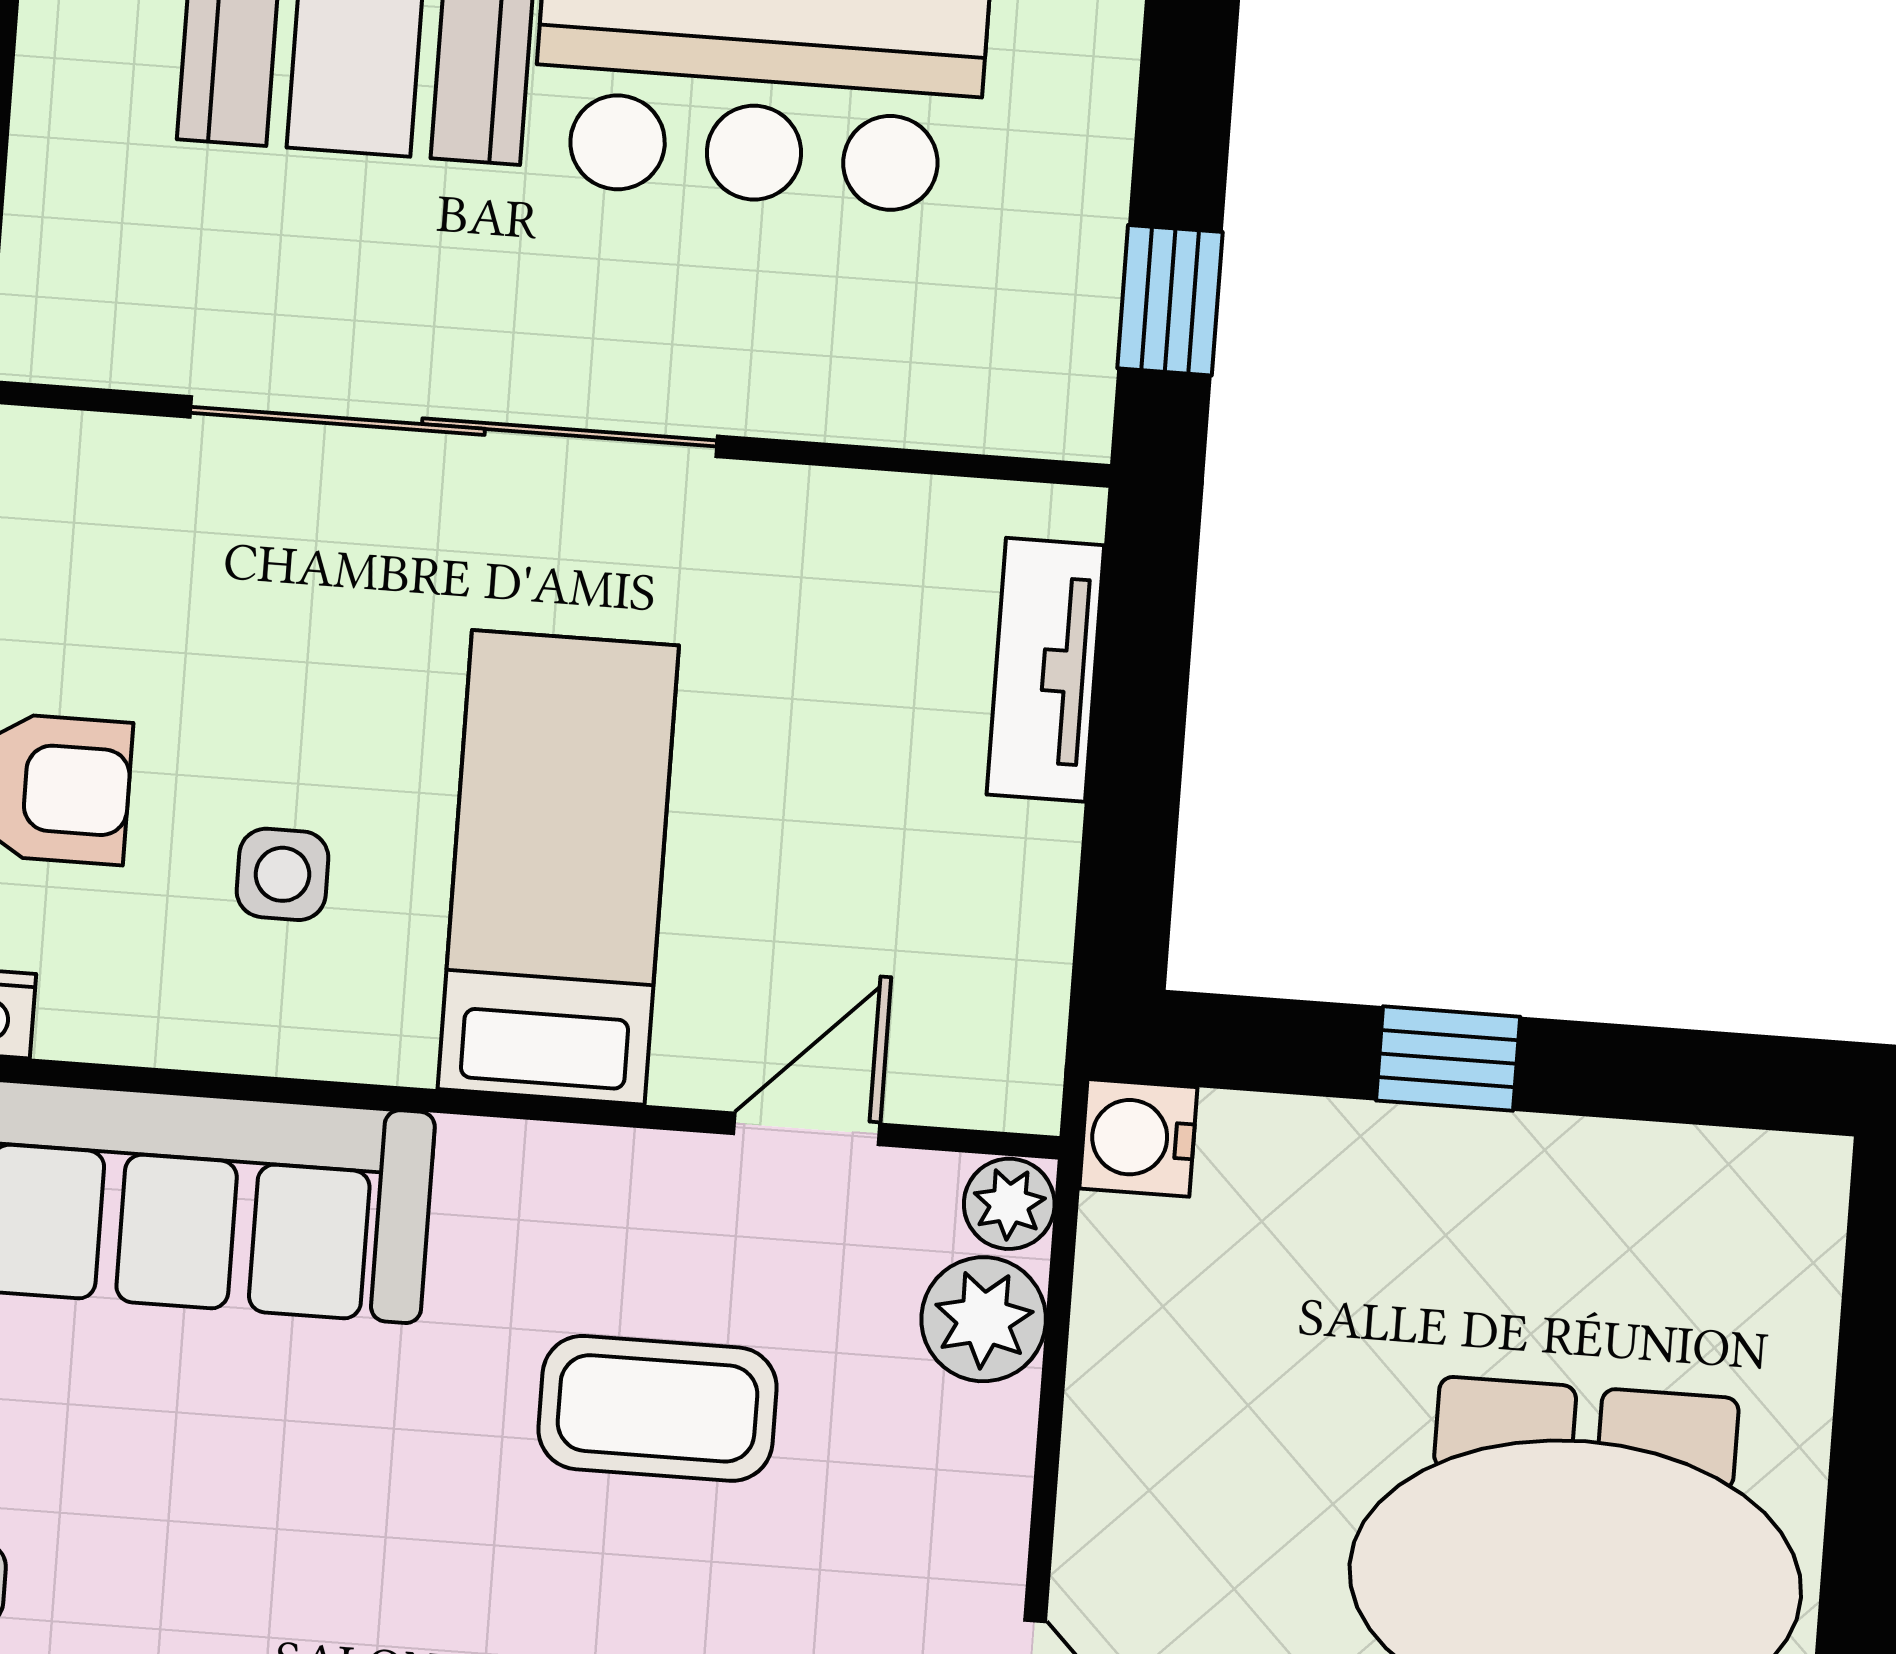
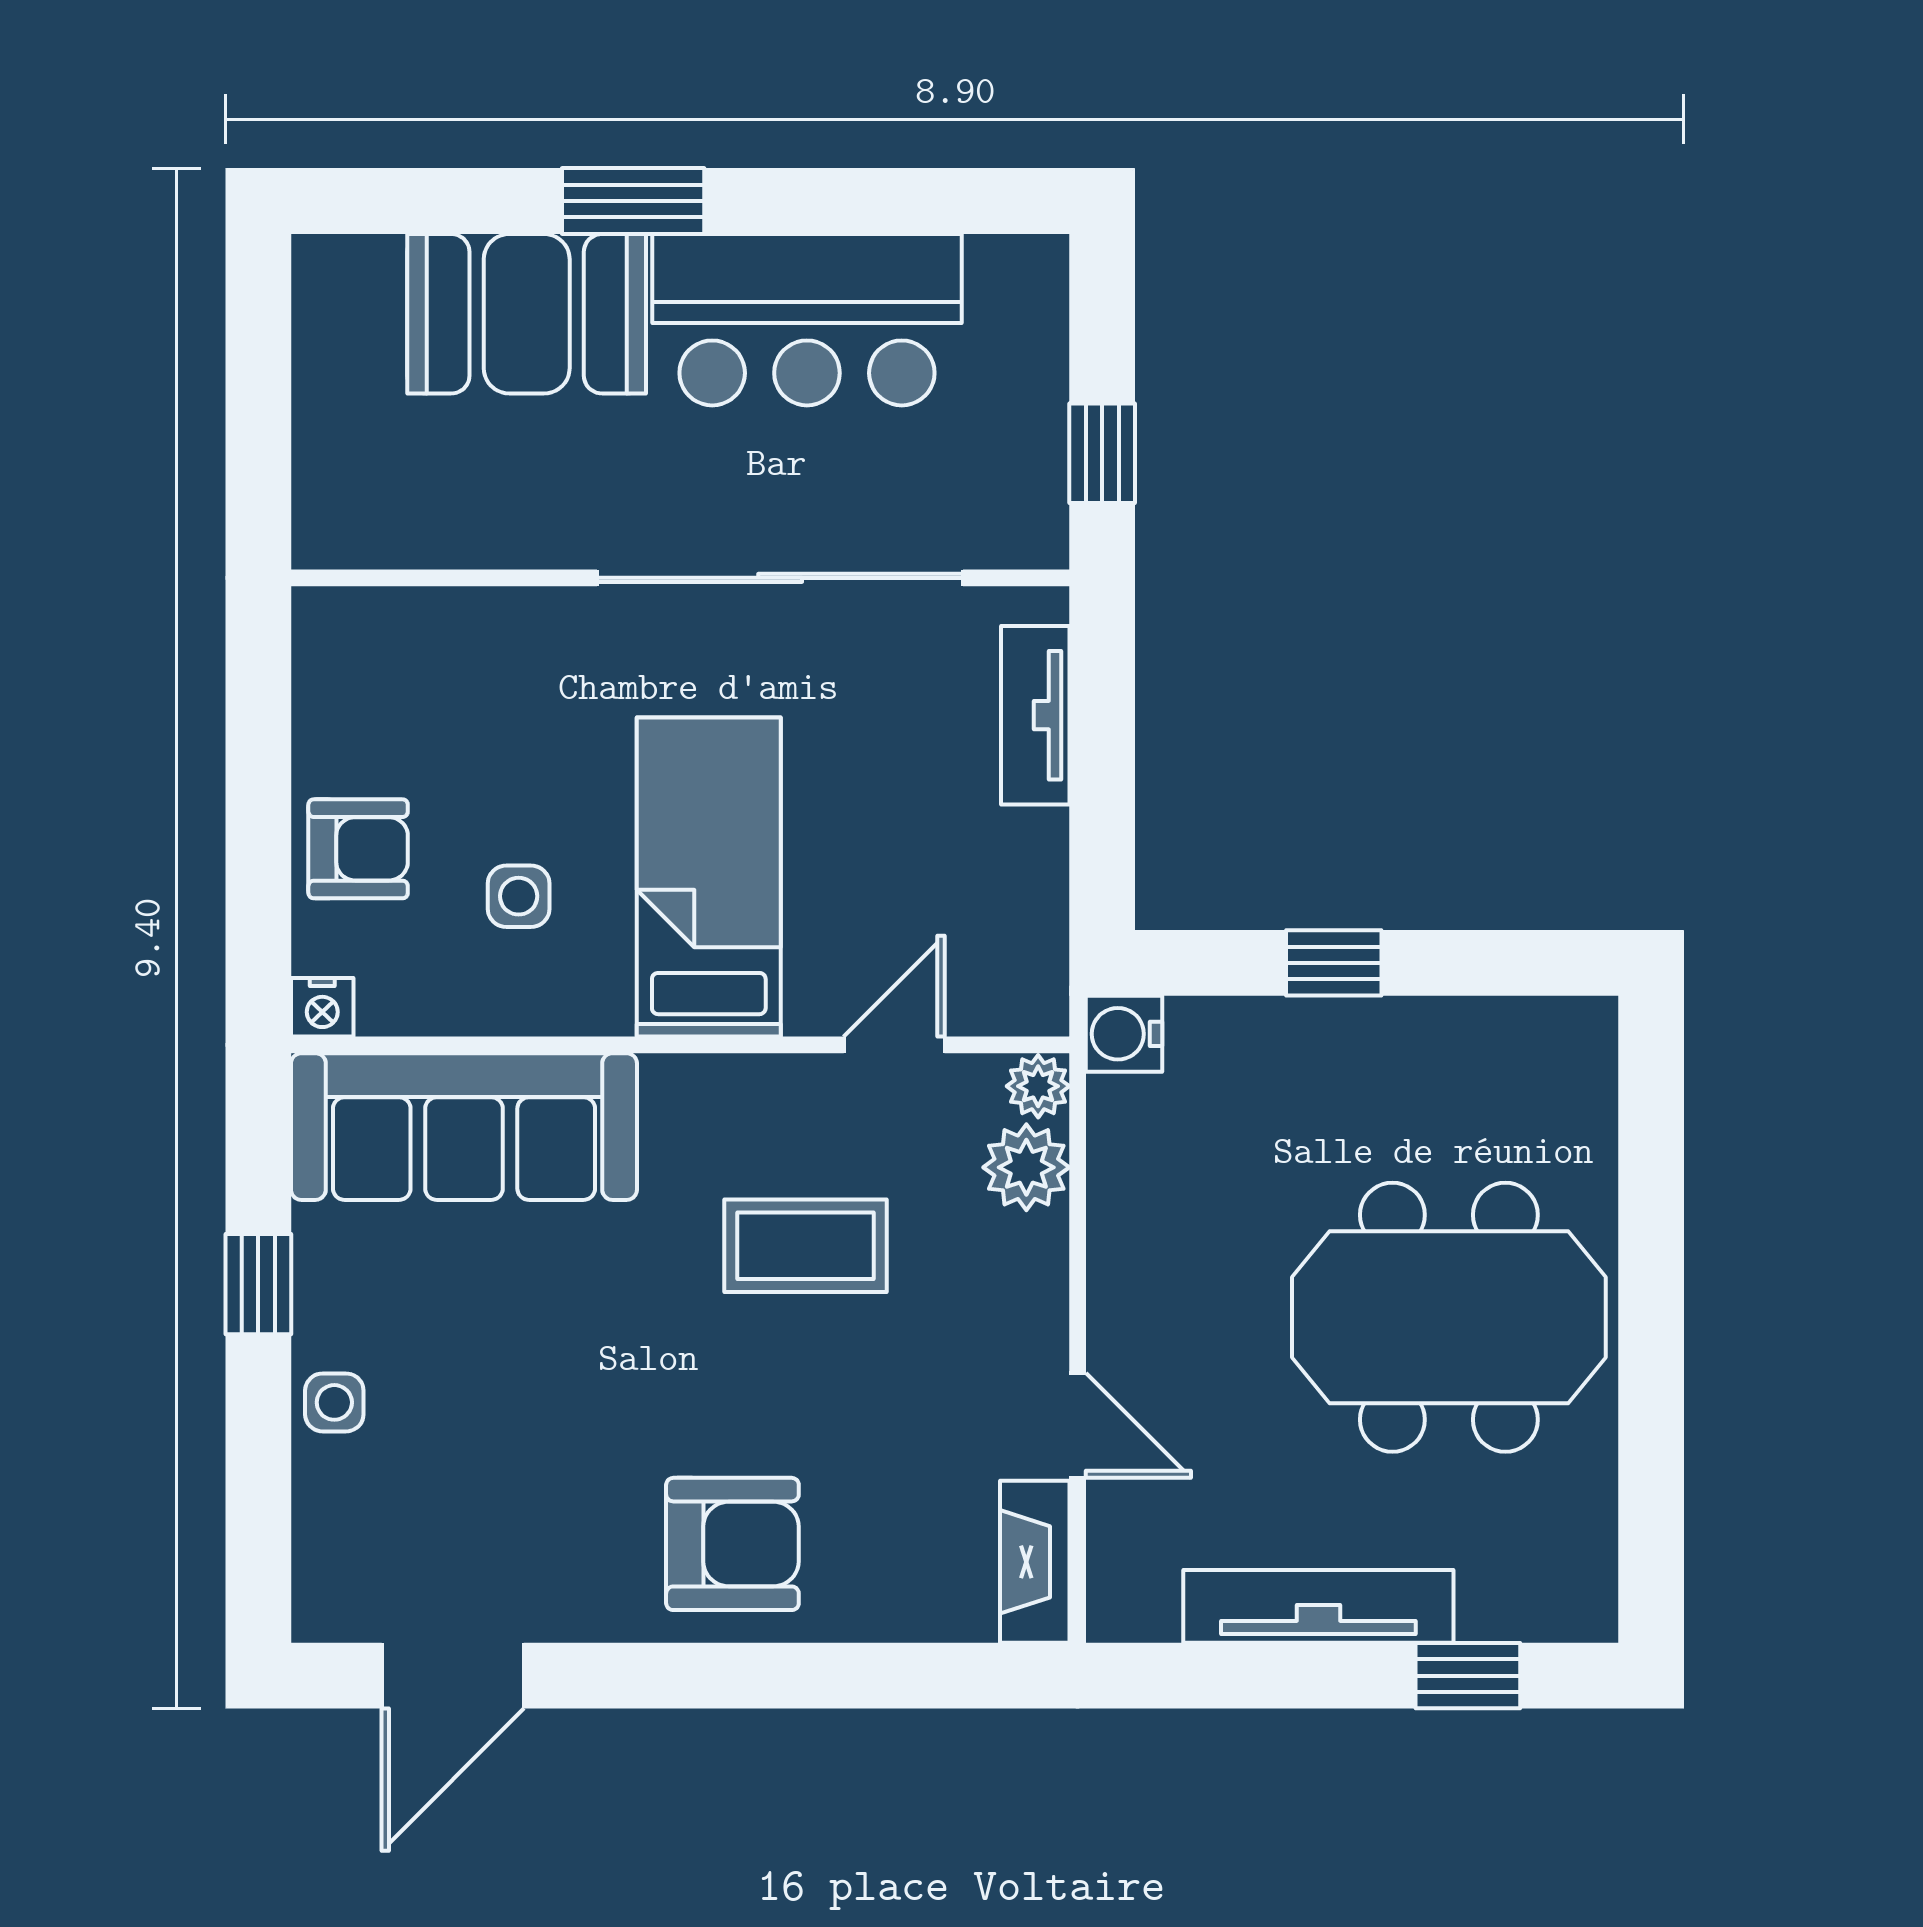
sliding door: (454, 427) -> (780, 578), moved

